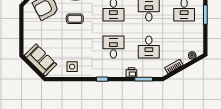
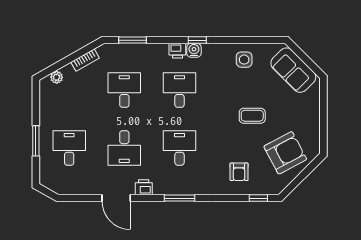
coffee table: (75, 19) -> (252, 116), moved
desk: (113, 47) -> (180, 90), turned 180
printer: (131, 72) -> (177, 51), moved
water cooler: (104, 73) -> (194, 50), added

